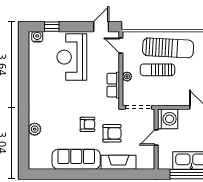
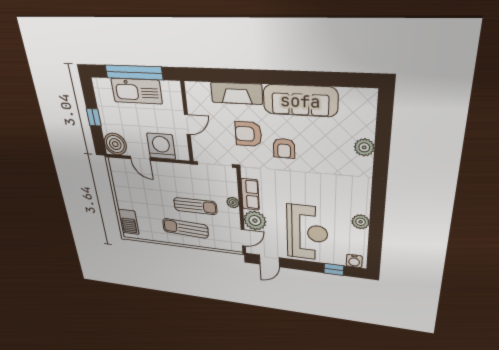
door: (121, 46) -> (243, 238), hinge flipped
sun lounger: (168, 48) -> (185, 228), width x0.73, depth x0.75
plant: (111, 63) -> (255, 221), added
plant: (34, 71) -> (361, 222), added
washing machine: (168, 119) -> (161, 146), moved, turned 90
armchair: (87, 124) -> (284, 148), turned -90

